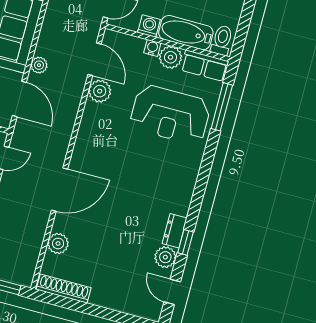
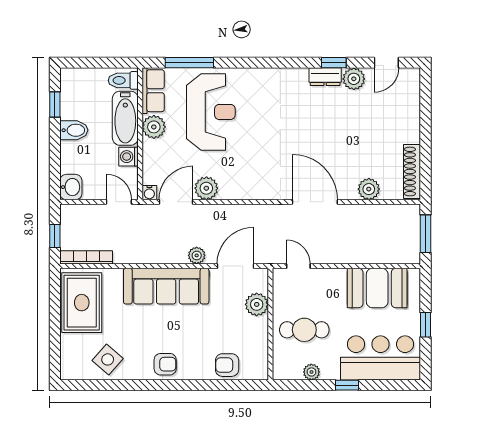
water cooler: (152, 48) -> (149, 193), moved, turned -90

